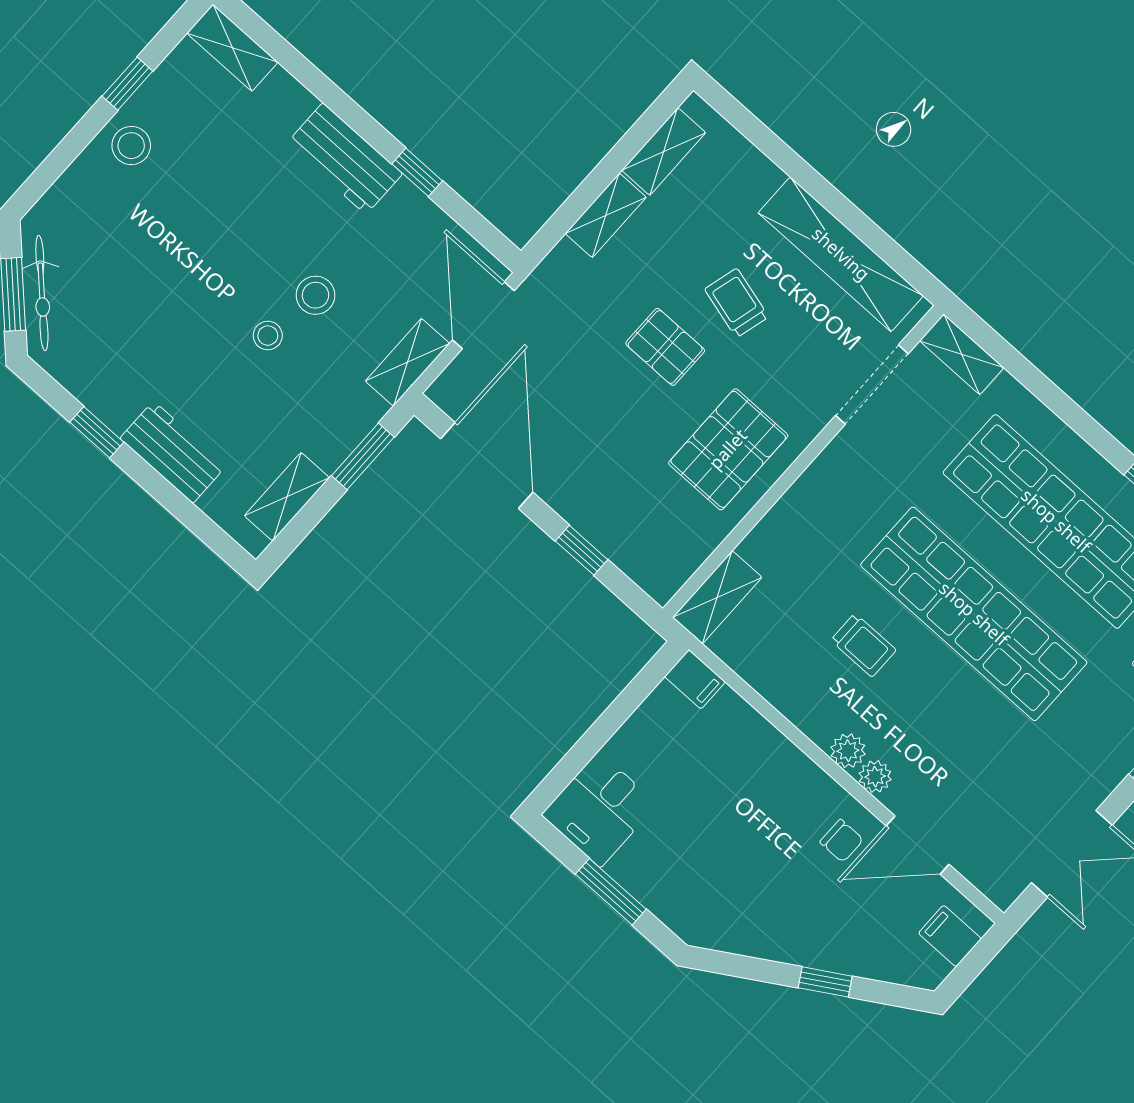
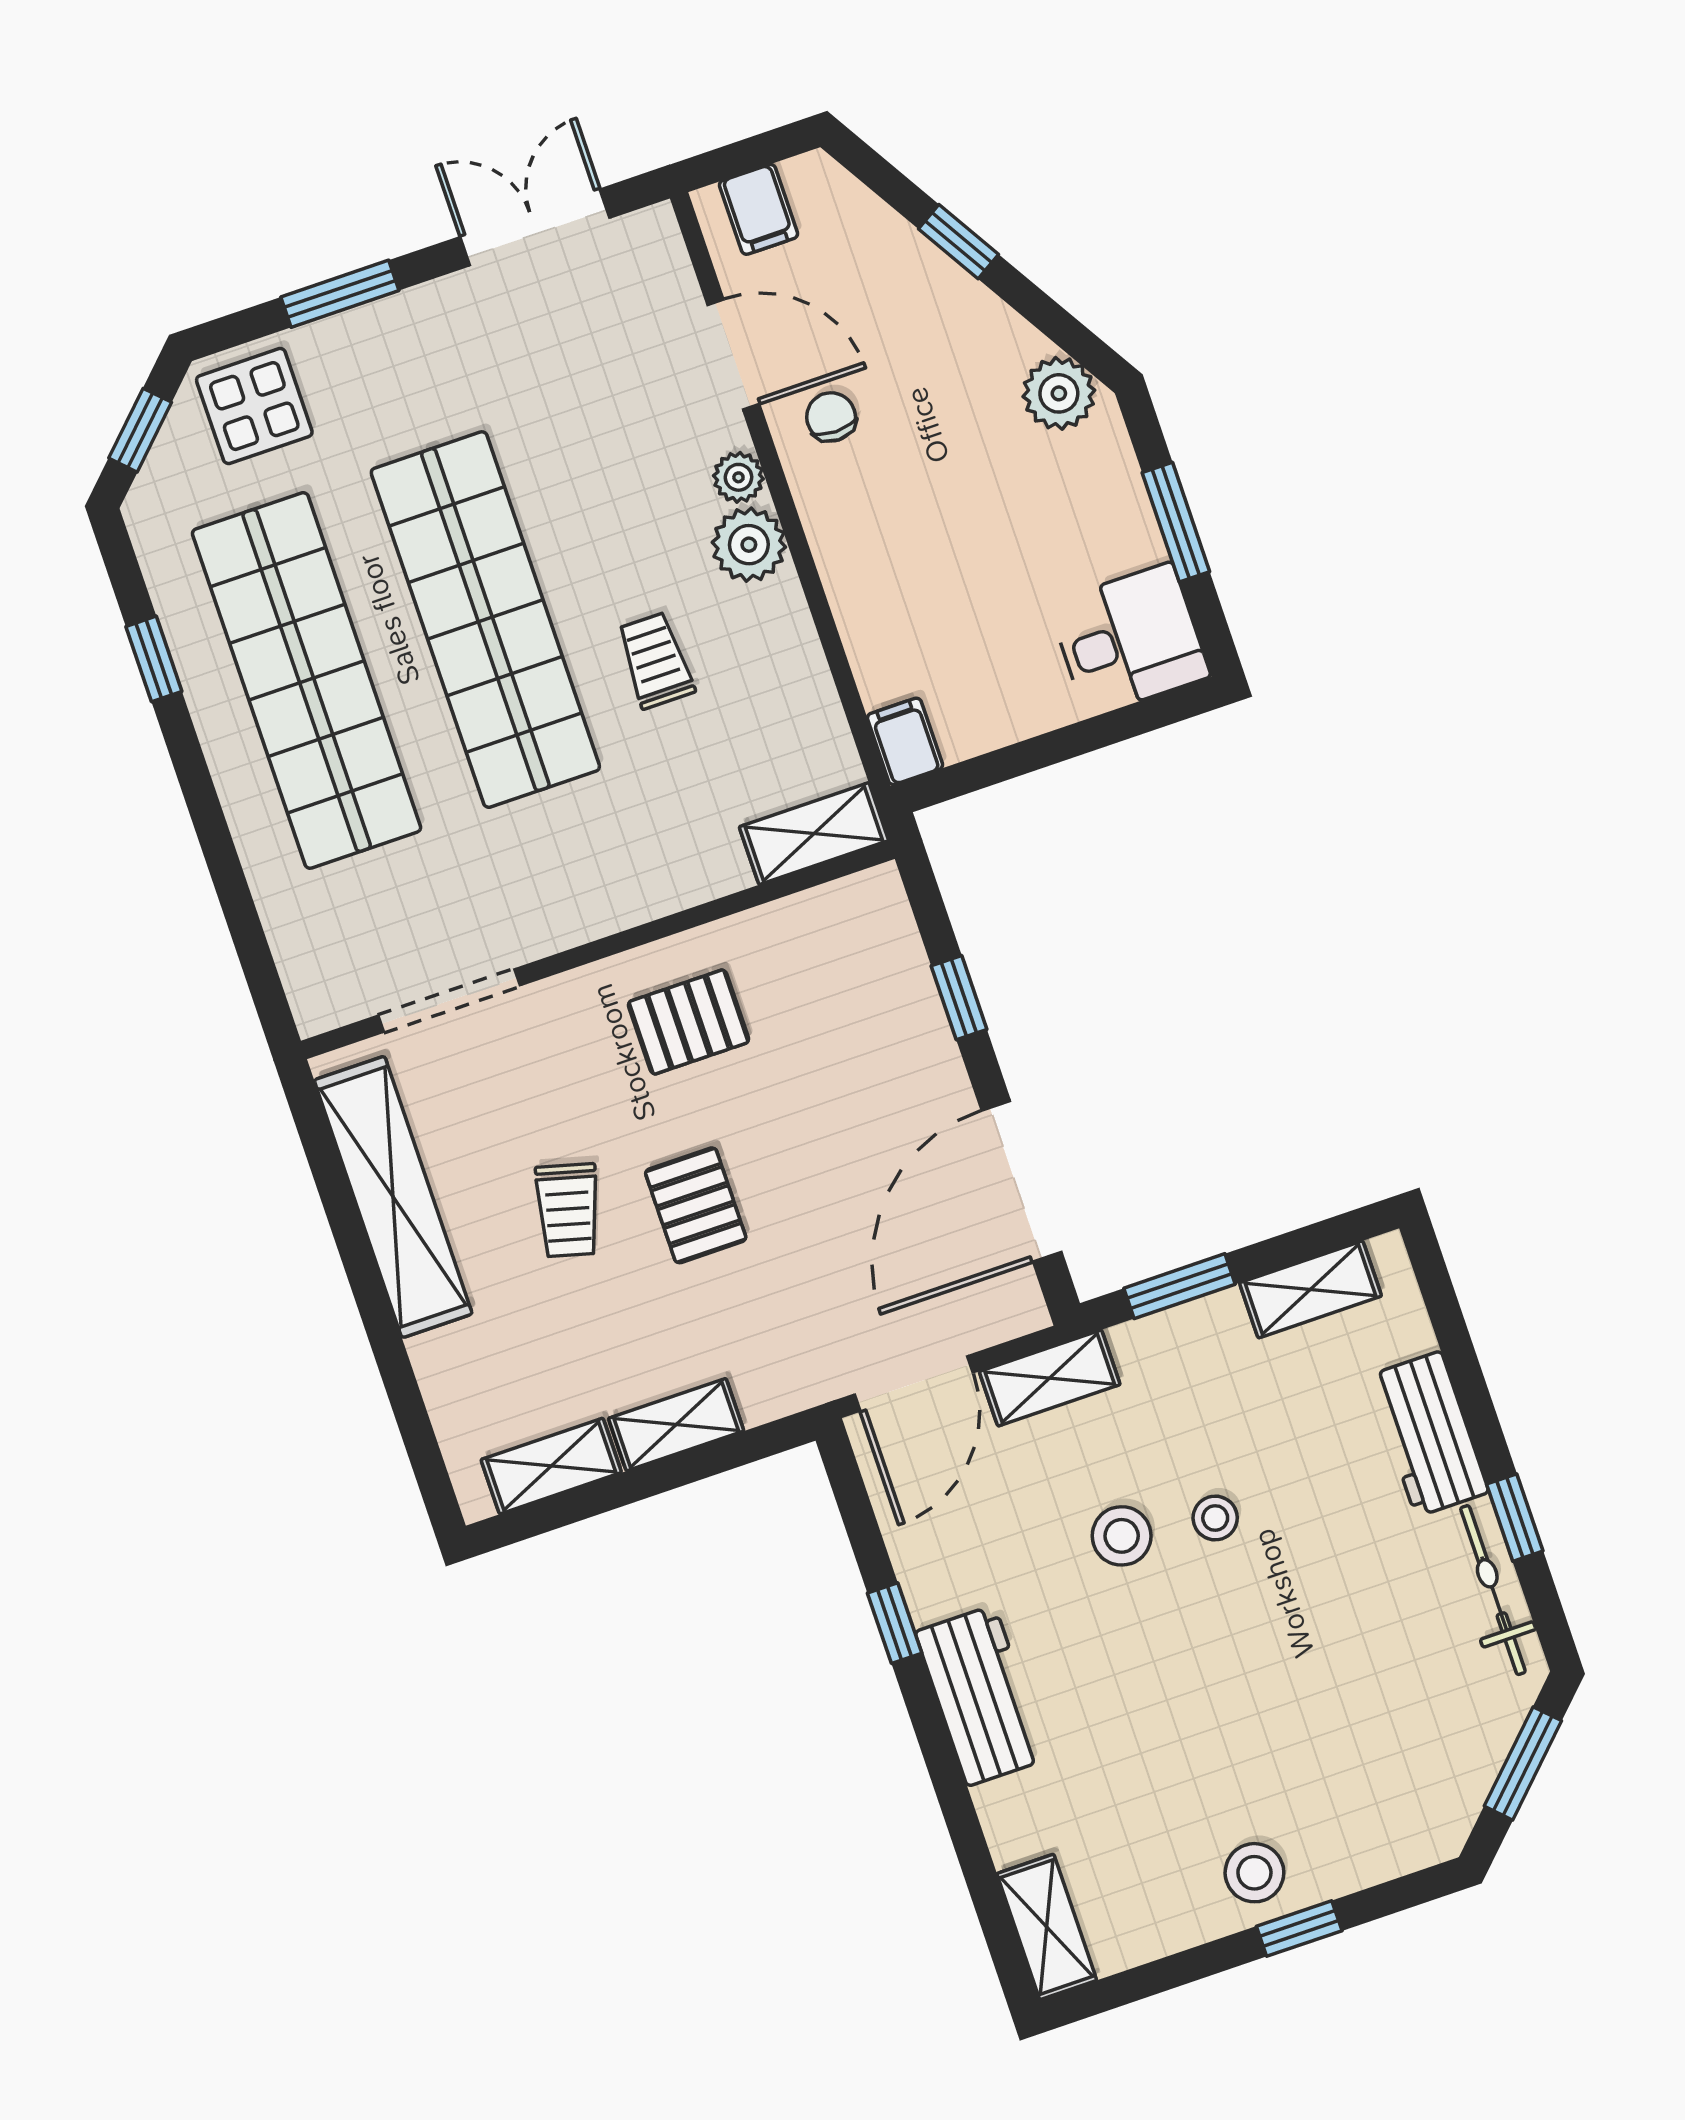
window: (127, 84) -> (1299, 1928), moved
bicycle: (42, 293) -> (1493, 1590), moved, turned -45
shelving: (962, 354) -> (307, 973), removed
pallet: (728, 449) -> (689, 1022), width x0.67, depth x0.71
plant: (848, 751) -> (749, 545), width x1.38, depth x1.38
plant: (719, 928) -> (1059, 393), added

